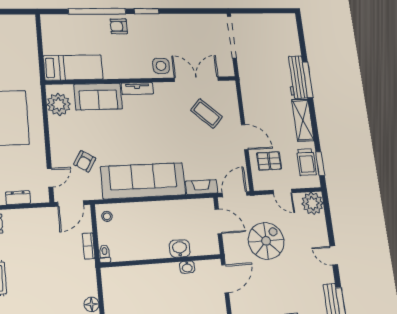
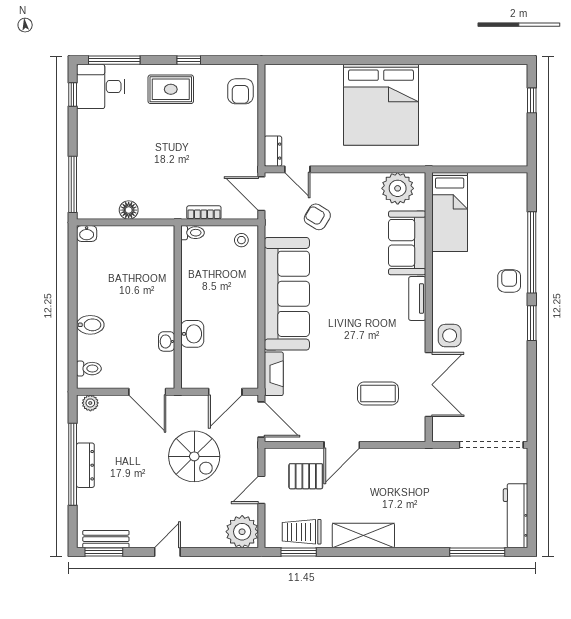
workbench: (297, 77) -> (516, 516), moved, turned -90
window: (308, 80) -> (477, 552), moved
coffee table: (207, 114) -> (378, 394), turned 47
pallet: (269, 161) -> (306, 476), turned 90
dresser: (18, 198) -> (273, 151), moved

